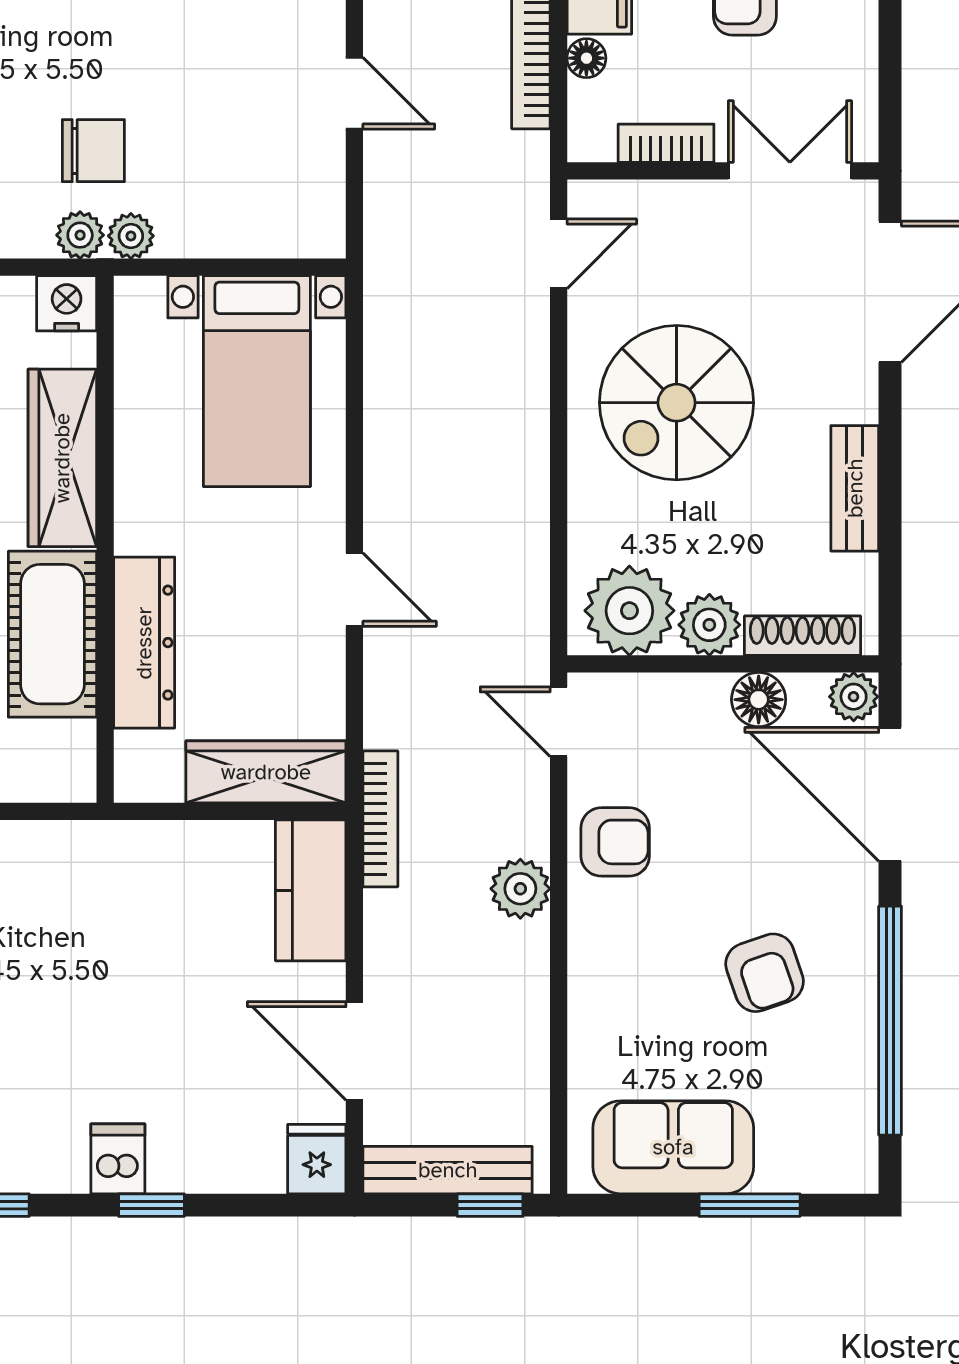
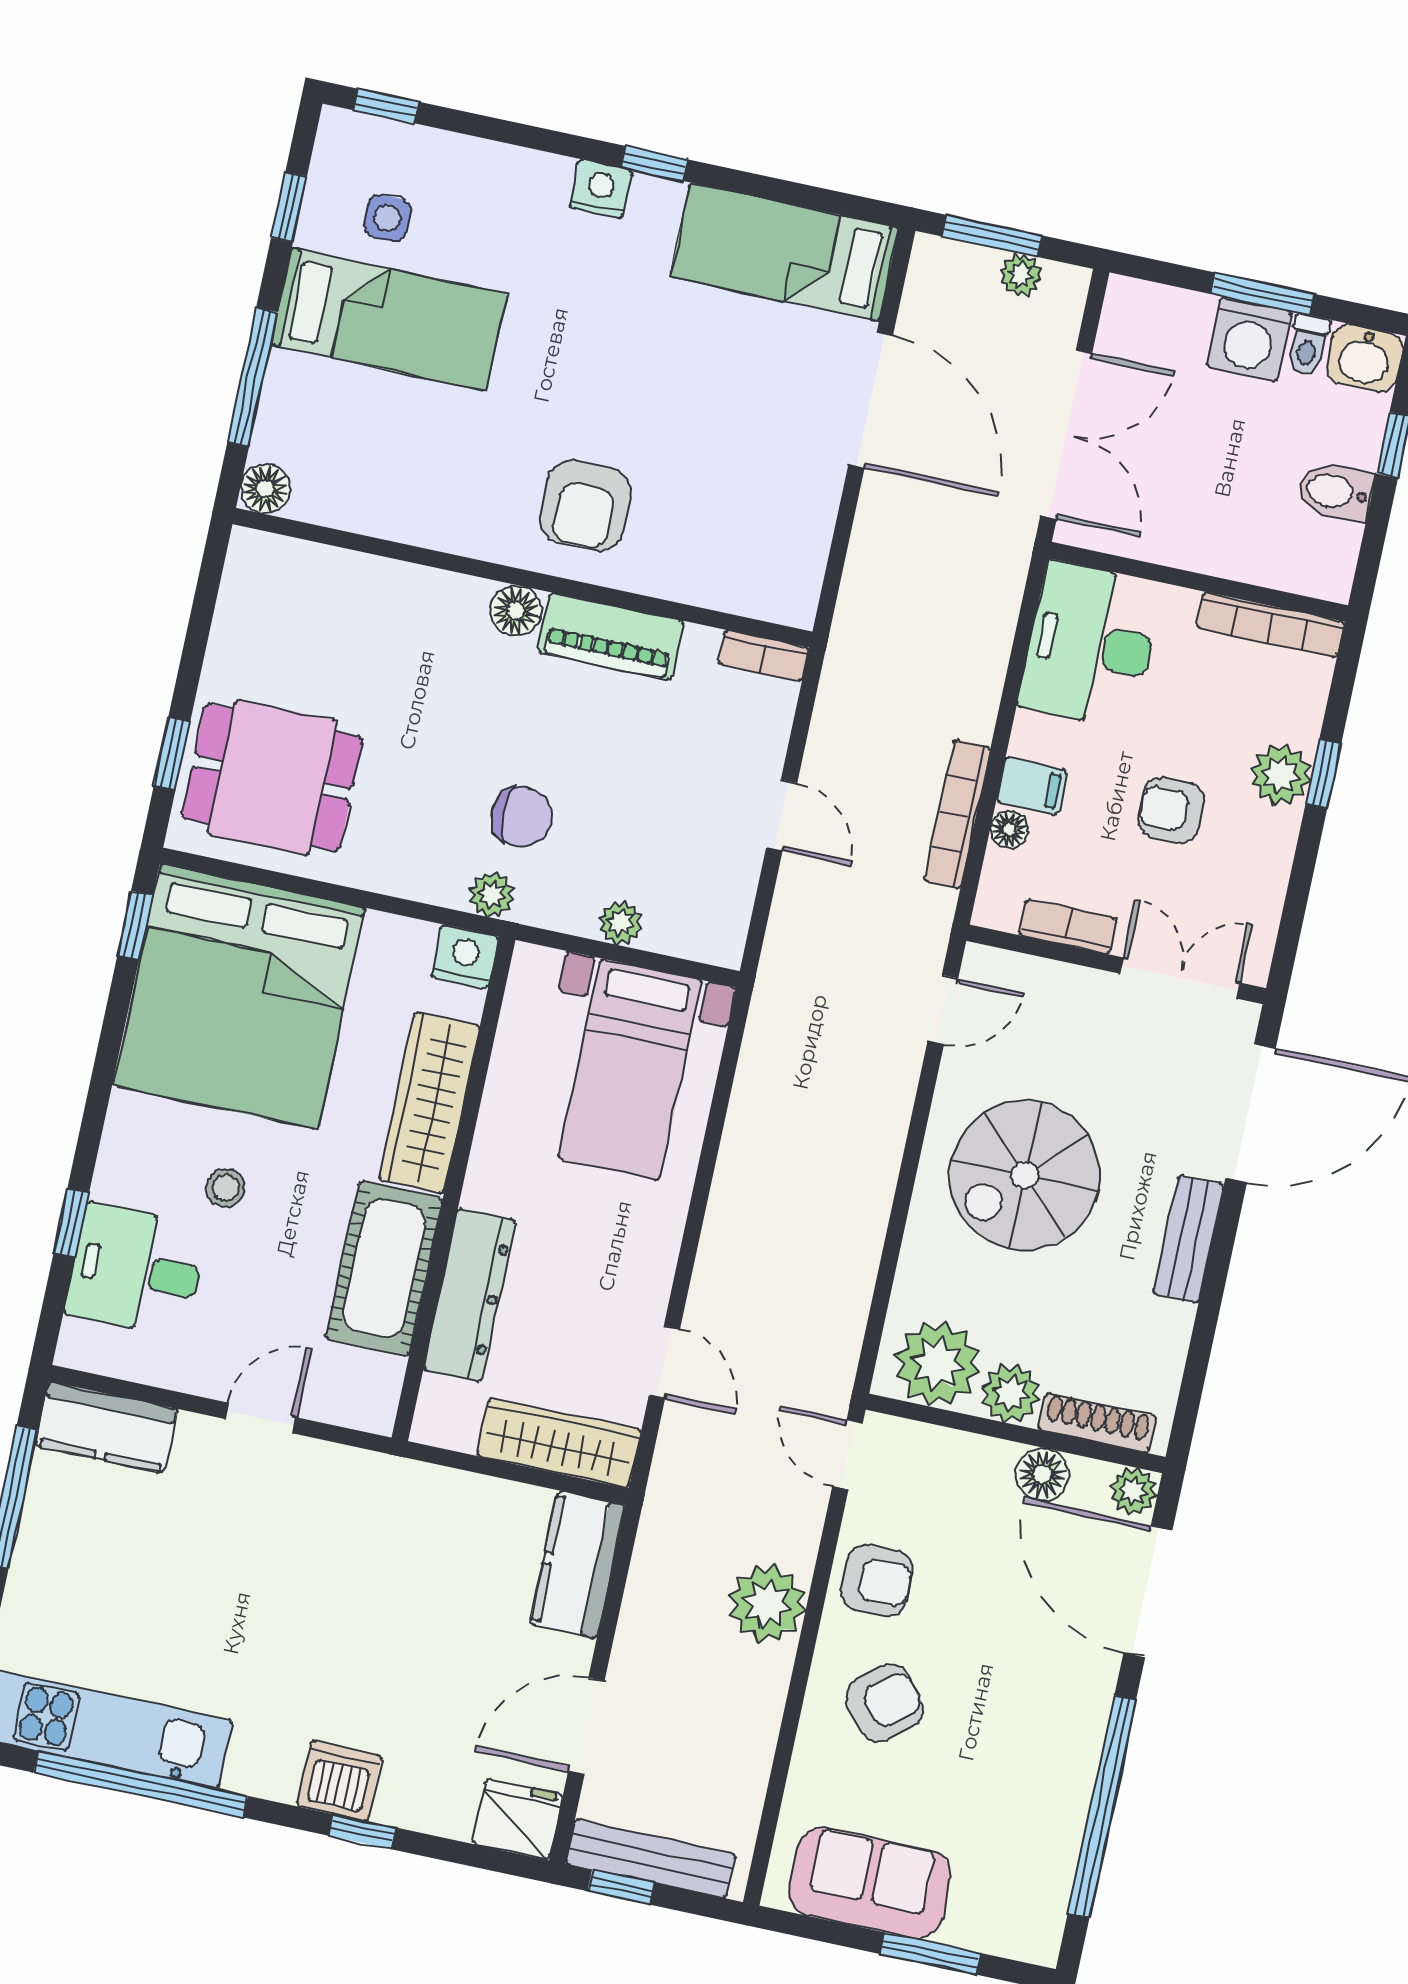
plant: (131, 236) -> (621, 923), moved
bench: (855, 488) -> (1188, 1239), moved
door: (354, 590) -> (664, 1362), moved
bookcase: (380, 819) -> (658, 1511), removed
plant: (520, 889) -> (767, 1604), width x1.36, depth x1.36
armchair: (765, 973) -> (885, 1703), moved, turned -110
door: (354, 1051) -> (586, 1726), hinge flipped
dishwasher: (118, 1159) -> (339, 1781), width x1.38
fridge: (317, 1159) -> (518, 1819), width x1.38
window: (490, 1205) -> (621, 1887), moved

